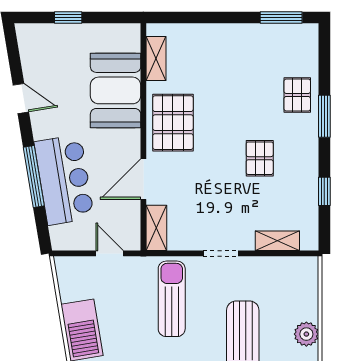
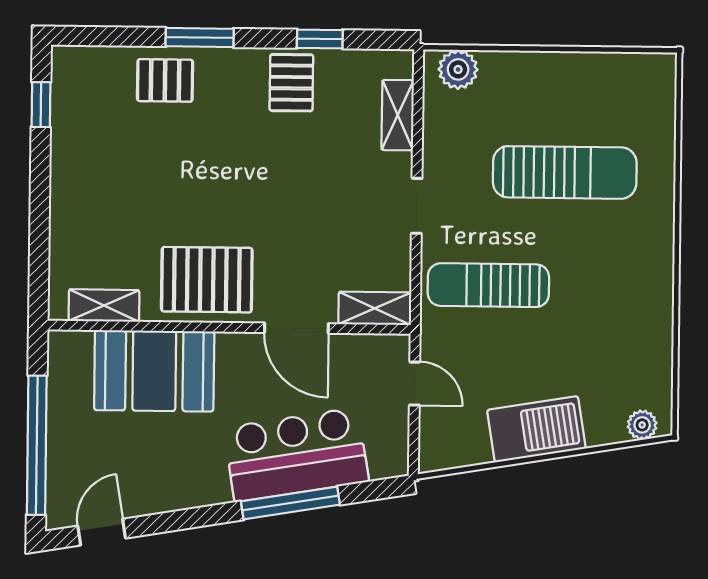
window: (68, 18) -> (37, 445), width x3.17
window: (281, 18) -> (41, 105), width x0.67
door: (21, 98) -> (102, 532), moved
pallet: (260, 158) -> (291, 83), moved, turned 90
door: (110, 253) -> (415, 384), swing flipped
plant: (306, 334) -> (458, 69), moved

